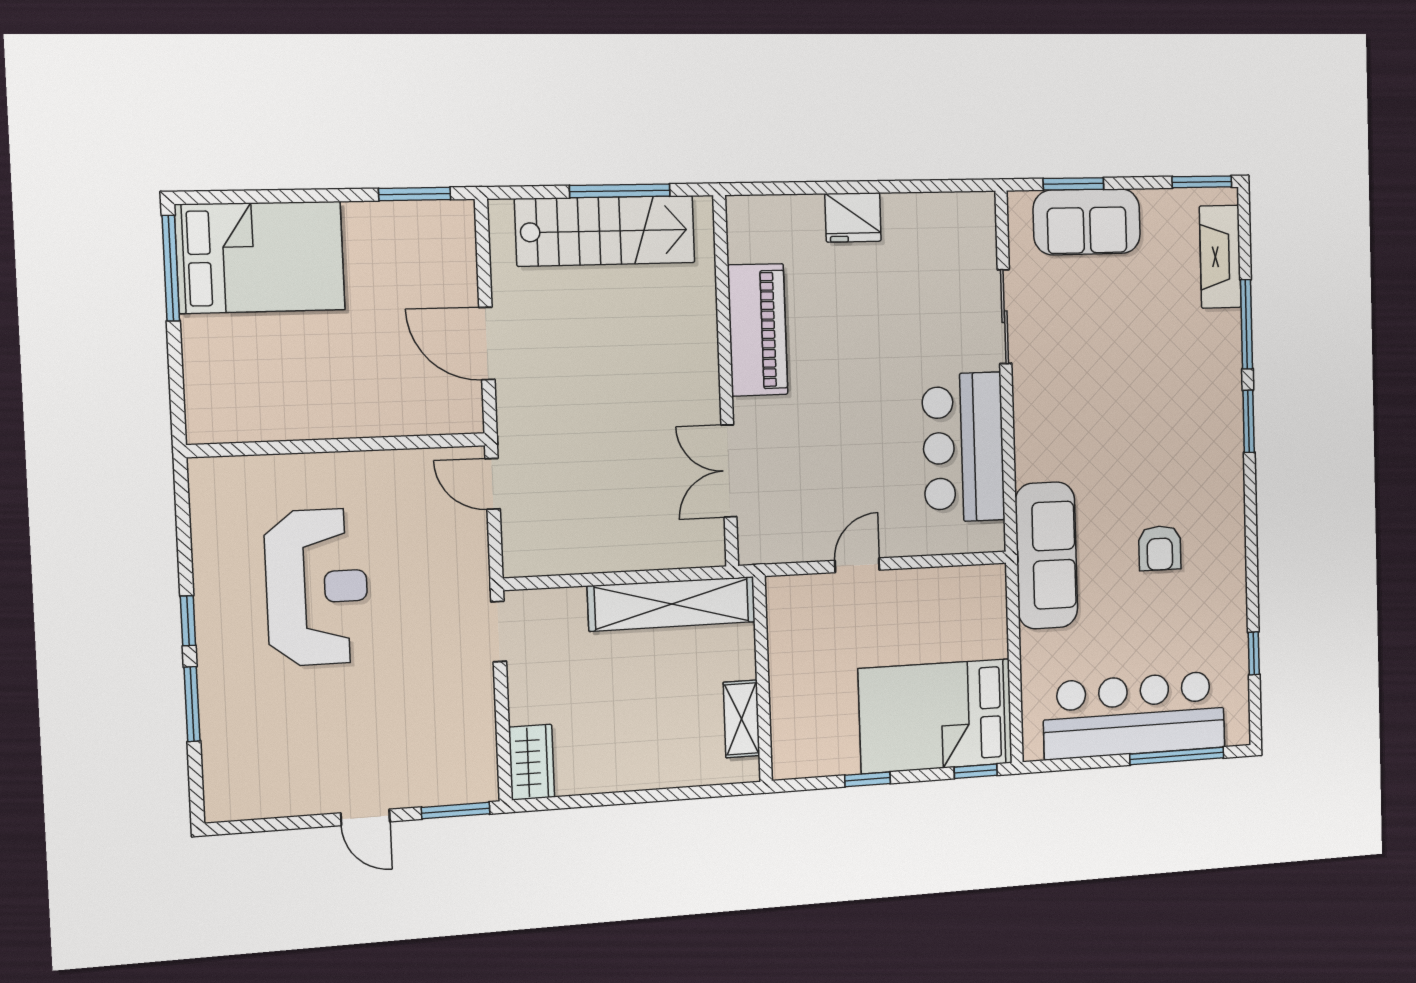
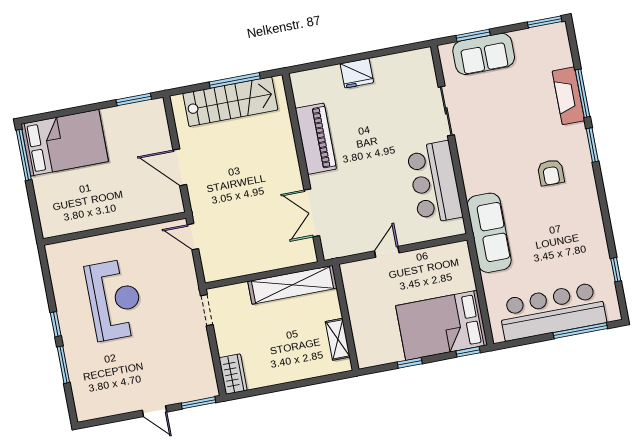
fireplace: (1220, 257) -> (568, 96), moved
armchair: (1160, 548) -> (551, 173), moved

